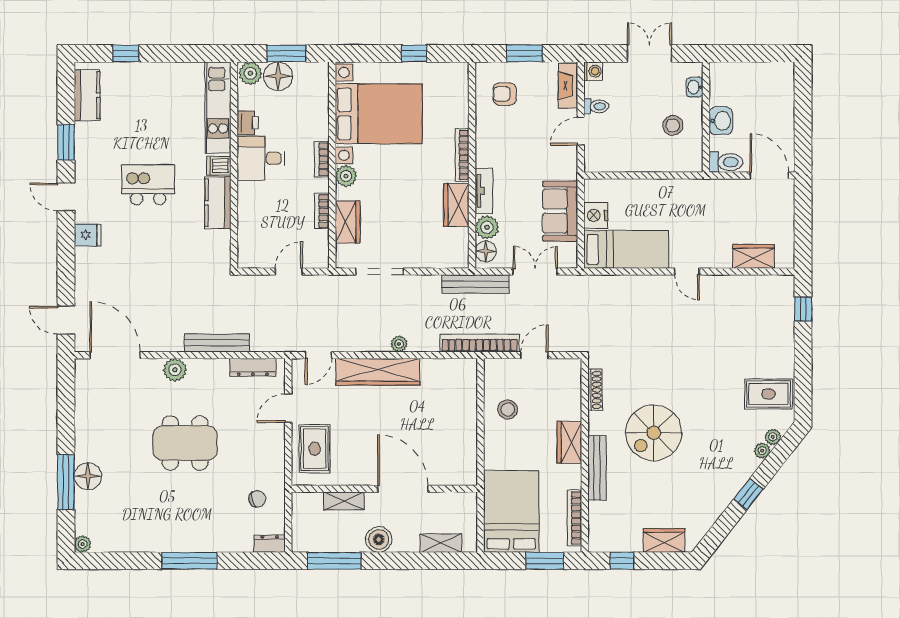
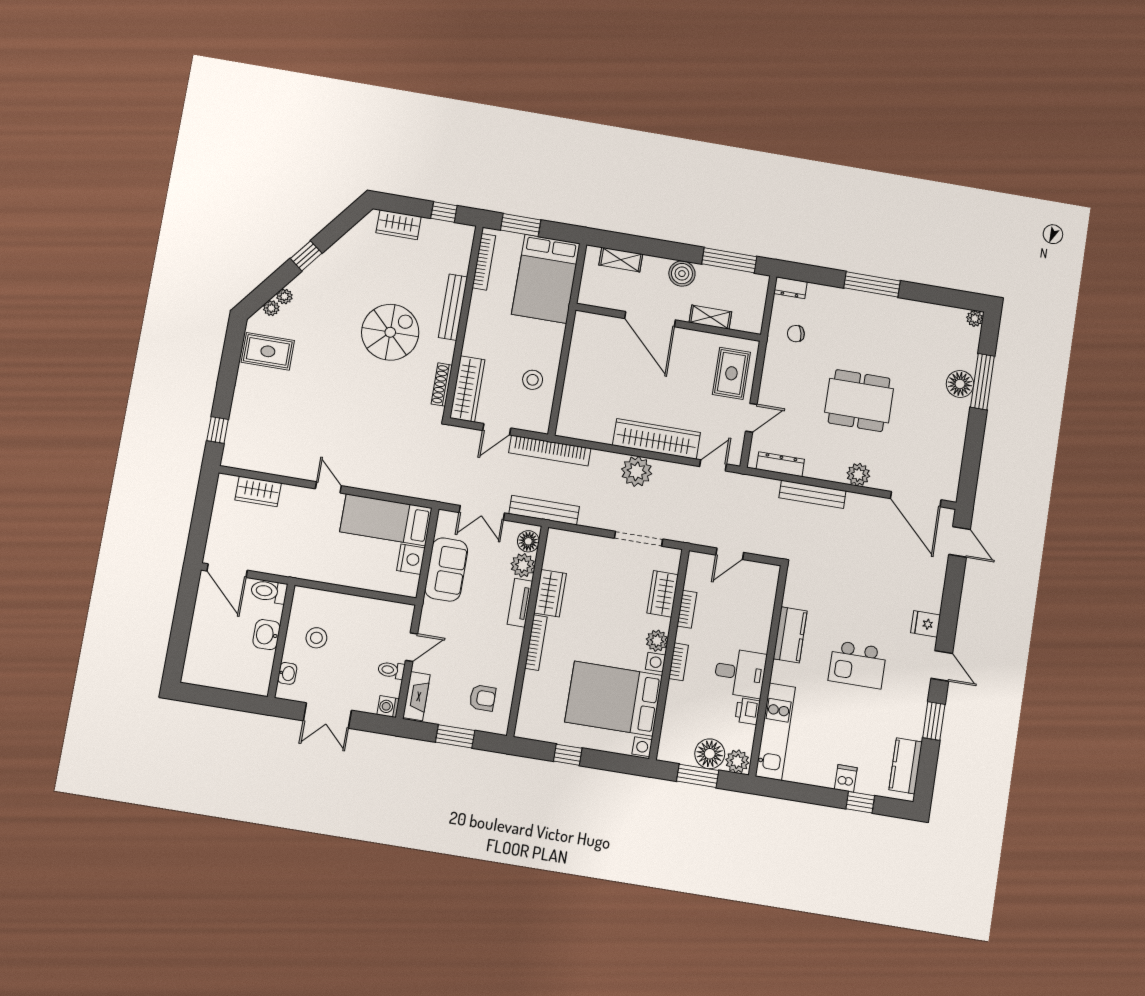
dishwasher: (219, 166) -> (846, 778), moved, turned -90
plant: (399, 344) -> (637, 471), width x1.87, depth x1.87
wardrobe: (569, 442) -> (467, 389), moved, width x1.50

